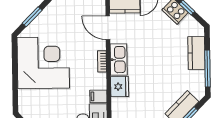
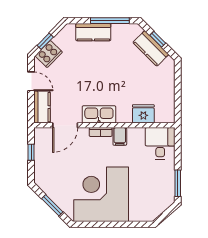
fridge: (120, 87) -> (143, 114), moved
filing cabinet: (98, 96) -> (120, 136), moved

